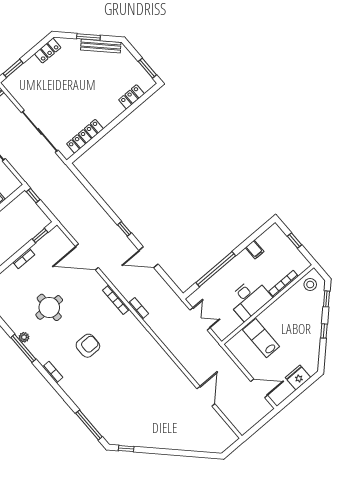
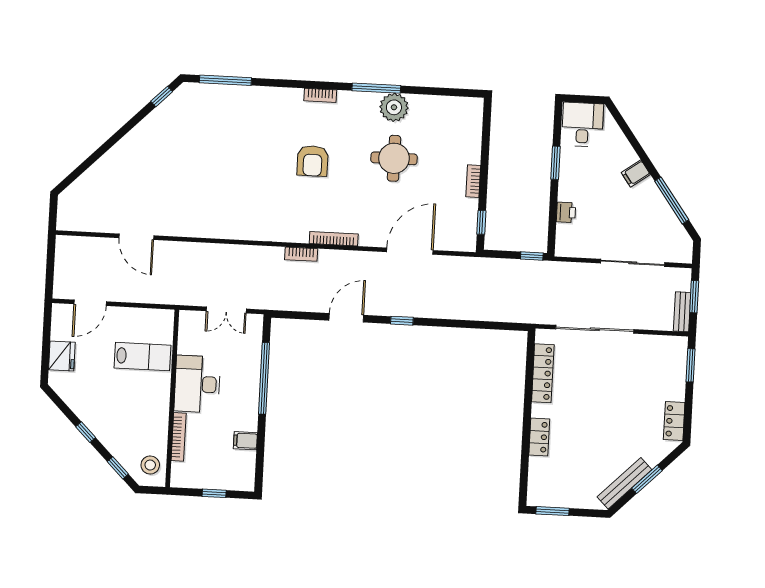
locker: (131, 97) -> (539, 437), moved
plant: (24, 337) -> (394, 107), width x1.88, depth x1.88

